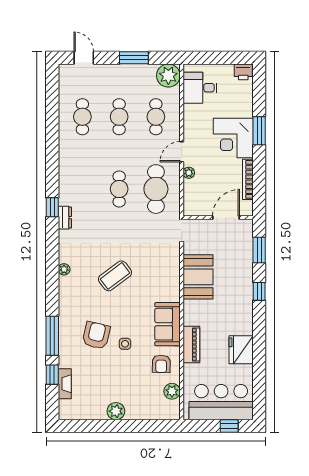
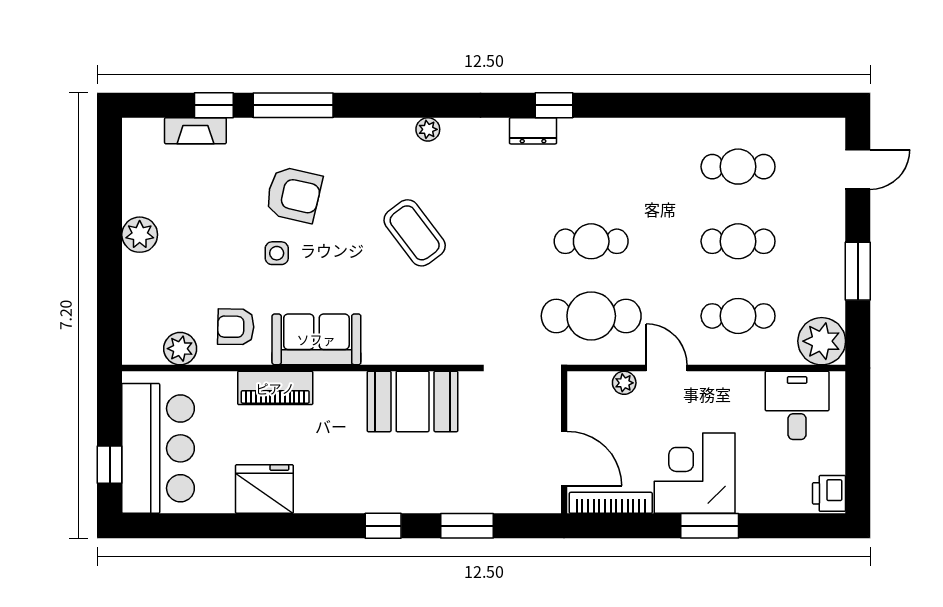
wall: (218, 218) -> (564, 442), moved
door: (226, 218) -> (564, 459), moved

